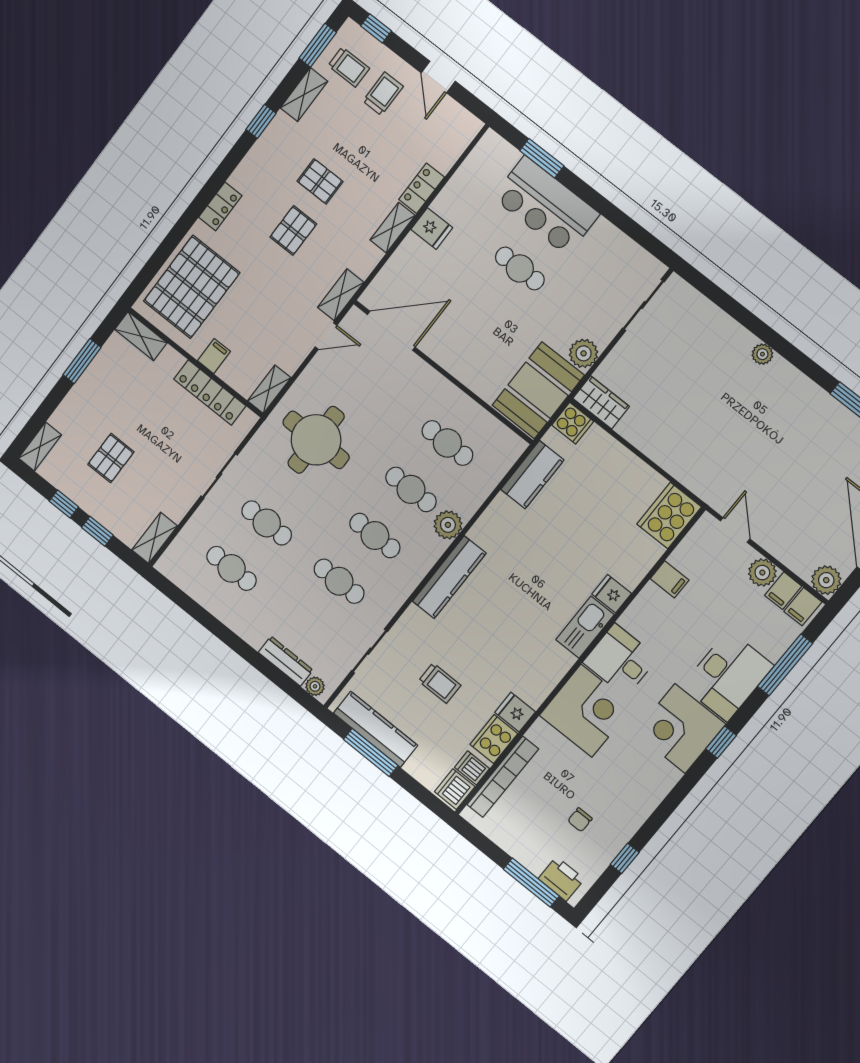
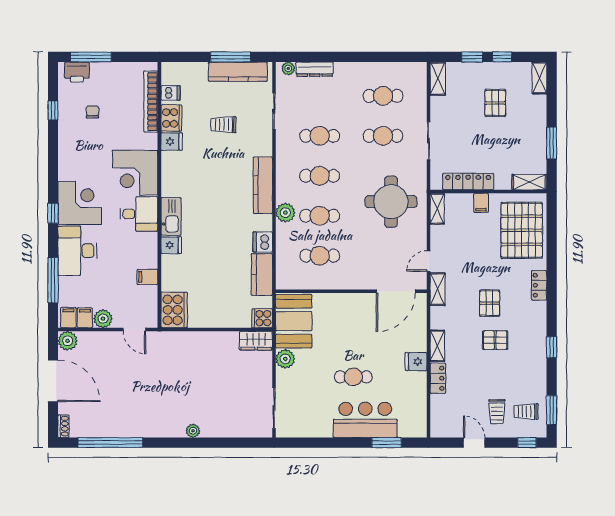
shelving: (304, 95) -> (539, 379), removed
dishwasher: (455, 789) -> (263, 242), moved, turned 180

